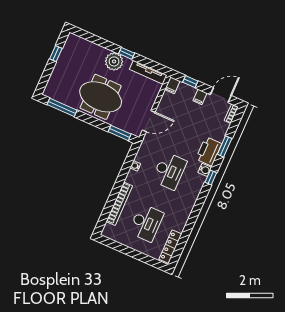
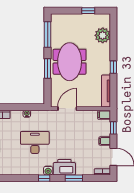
plant: (114, 61) -> (103, 35), moved
door: (149, 121) -> (67, 109), swing flipped
window: (120, 133) -> (48, 68), moved
desk: (169, 171) -> (35, 143), turned 180

